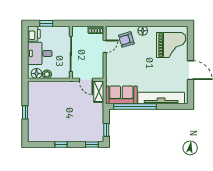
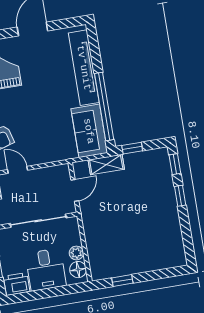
shelving: (99, 92) -> (106, 164), moved
window: (25, 112) -> (122, 280), moved
window: (106, 130) -> (132, 148), moved
window: (61, 144) -> (180, 196), moved

